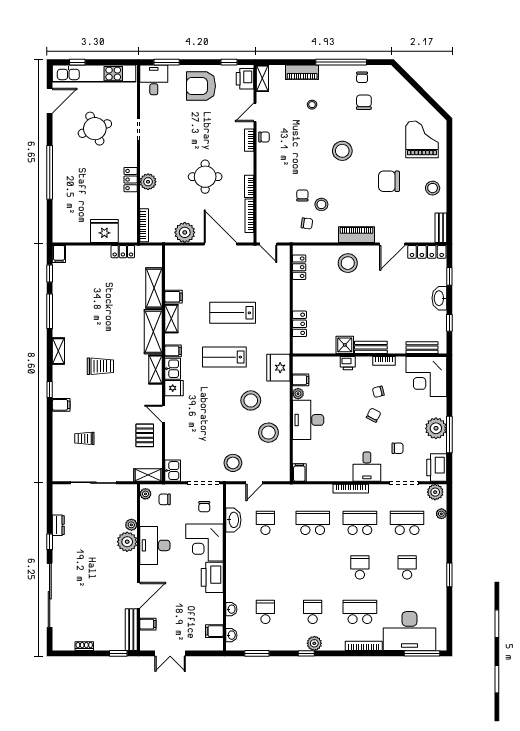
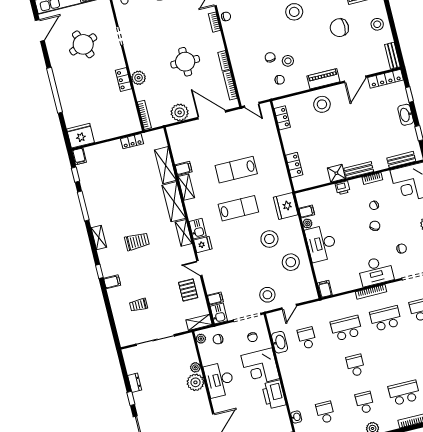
fridge: (104, 231) -> (80, 136), moved
filing cabinet: (173, 351) -> (215, 299), moved
lab bench: (224, 357) -> (238, 208), turned 180
desk: (367, 467) -> (376, 271), width x1.37
school desk: (360, 567) -> (355, 365), moved

